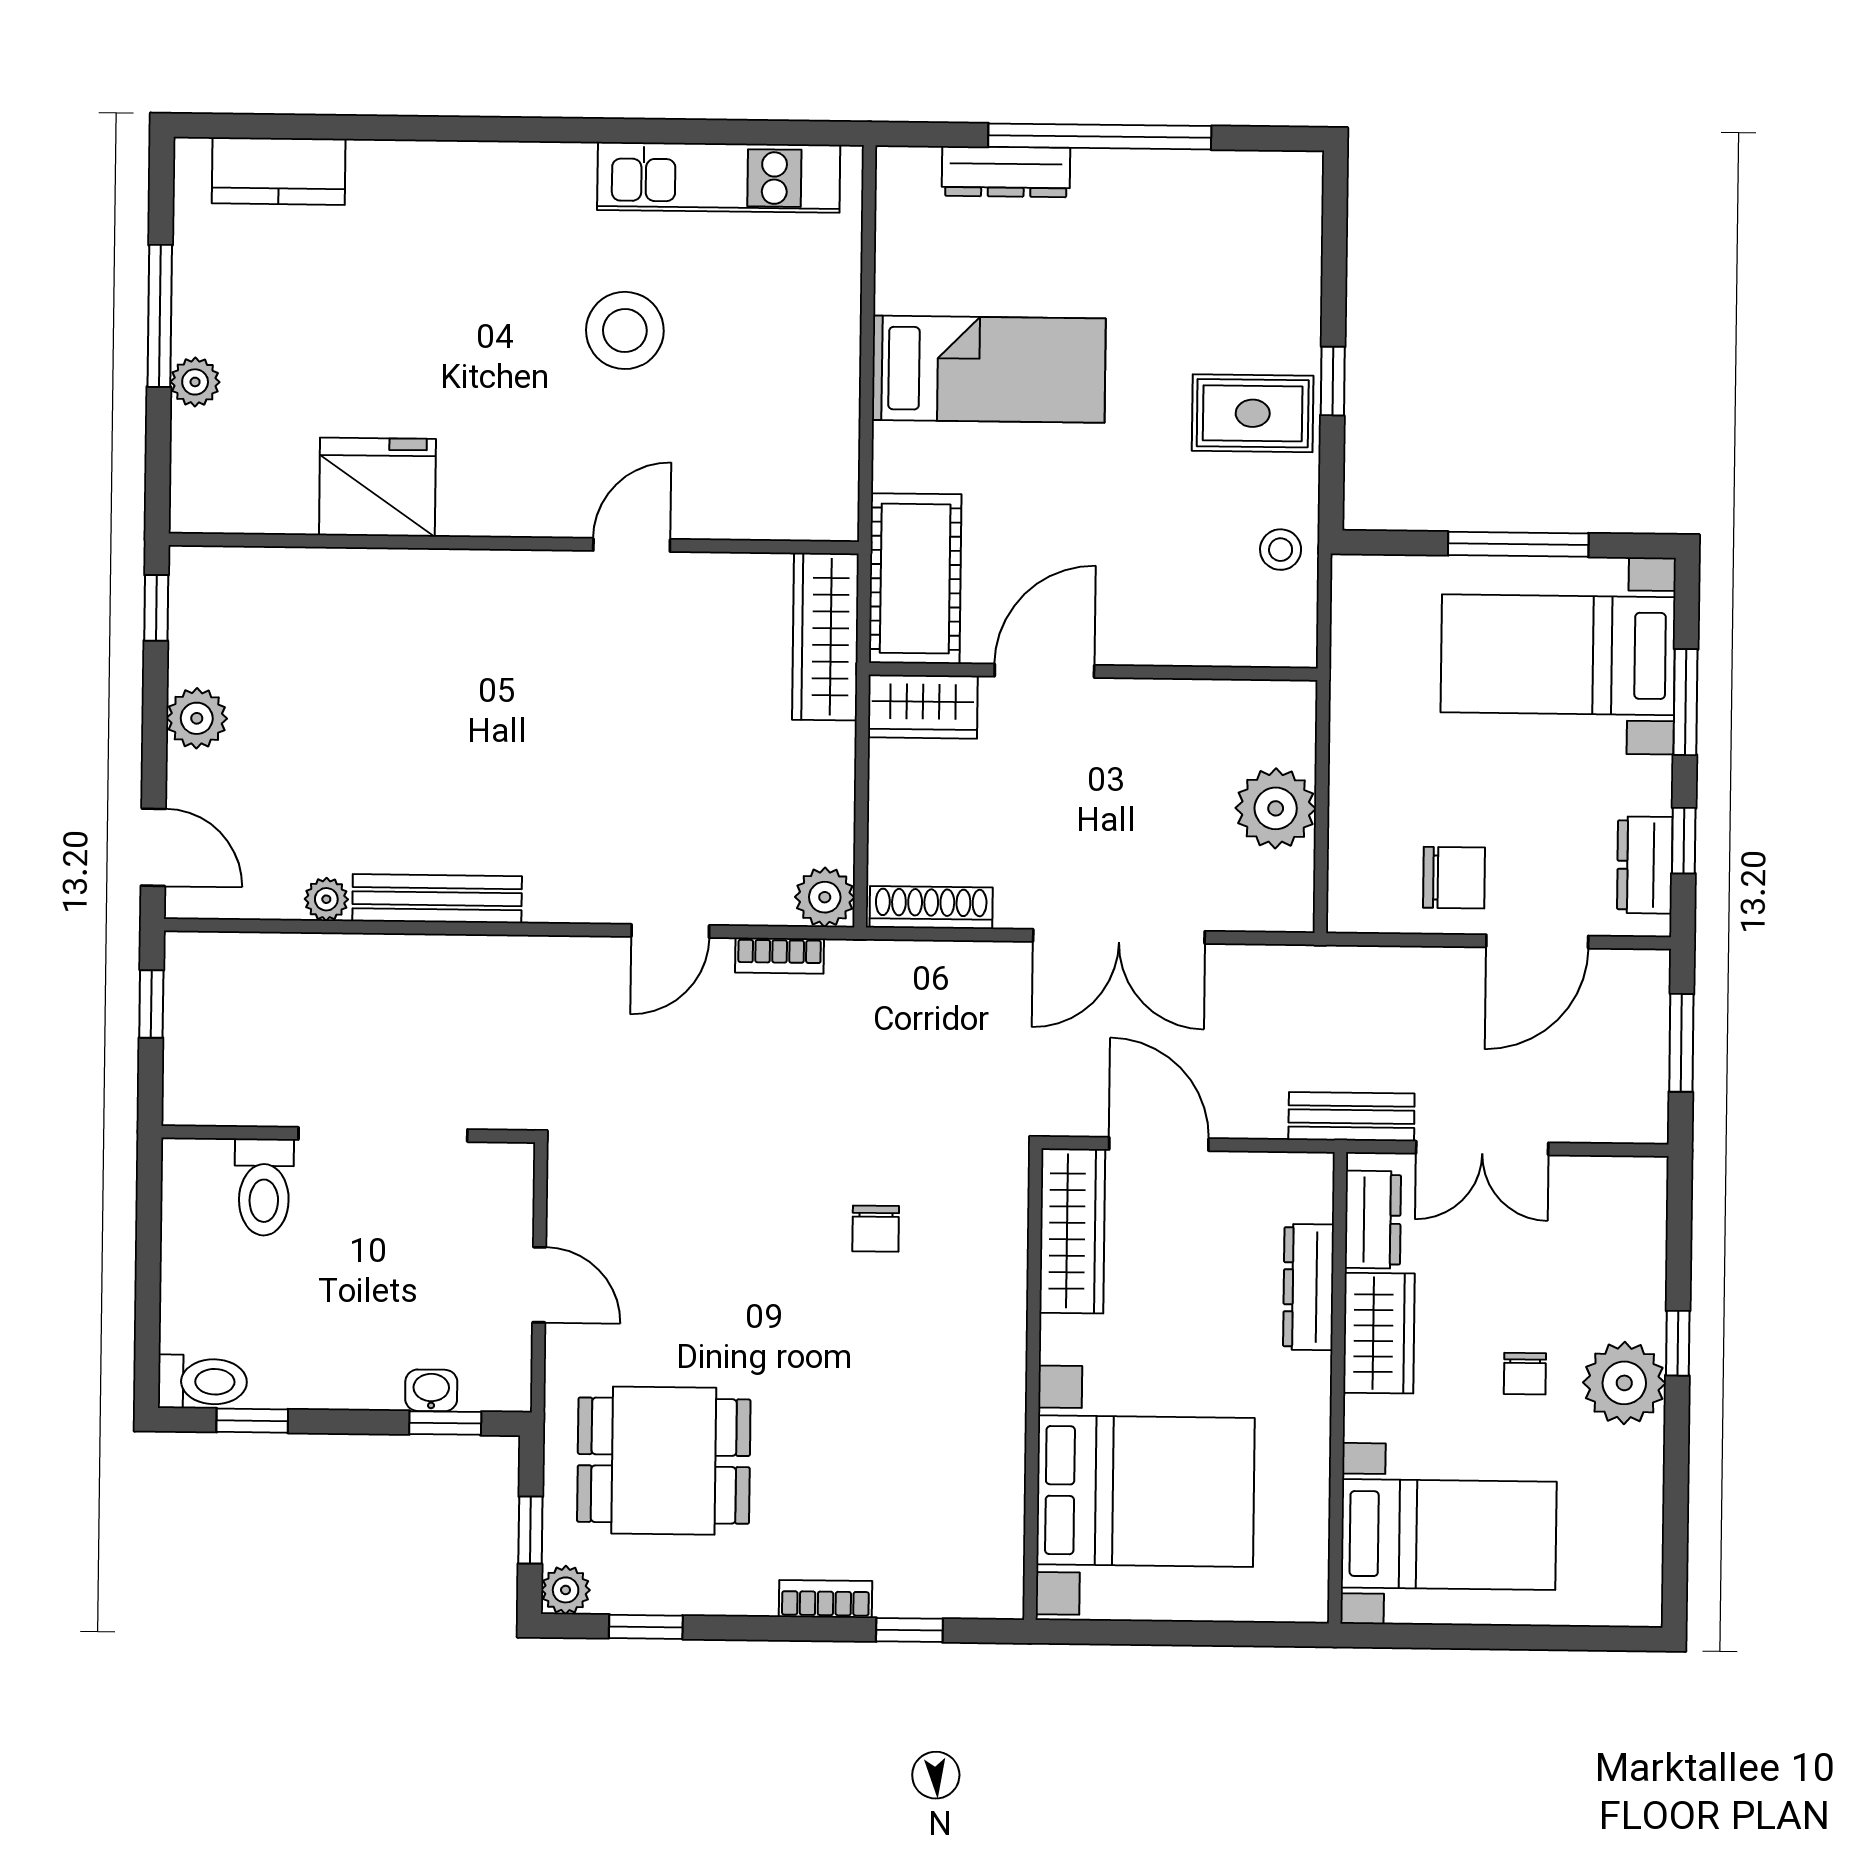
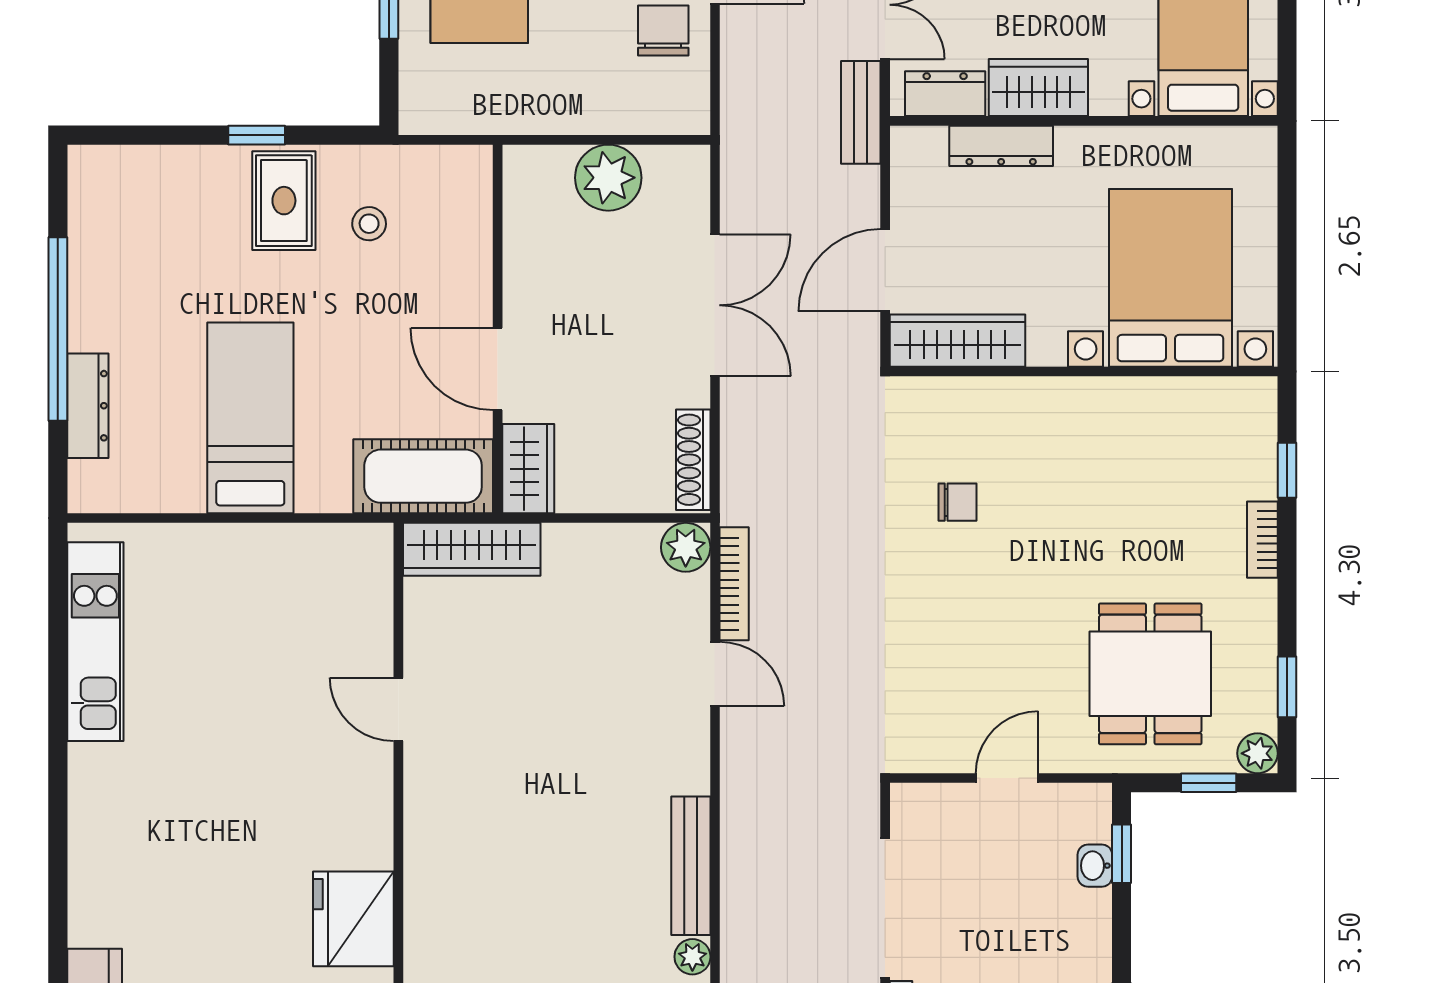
stool: (625, 330) -> (222, 717), removed
stool: (1281, 550) -> (369, 224), moved
bookcase: (780, 956) -> (734, 584), width x1.56

